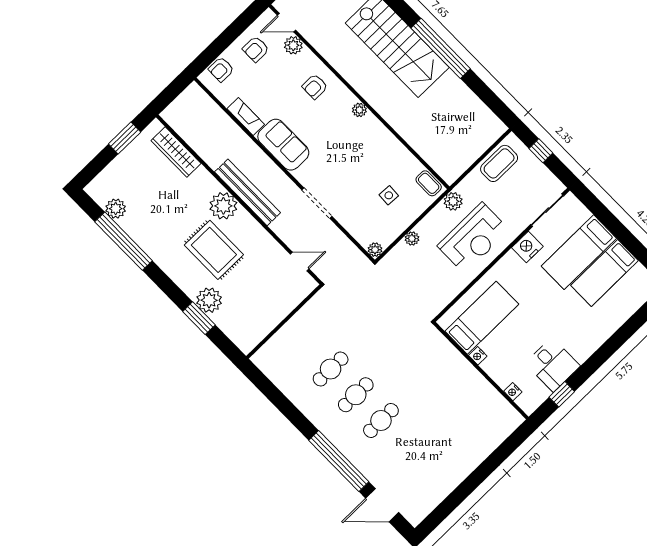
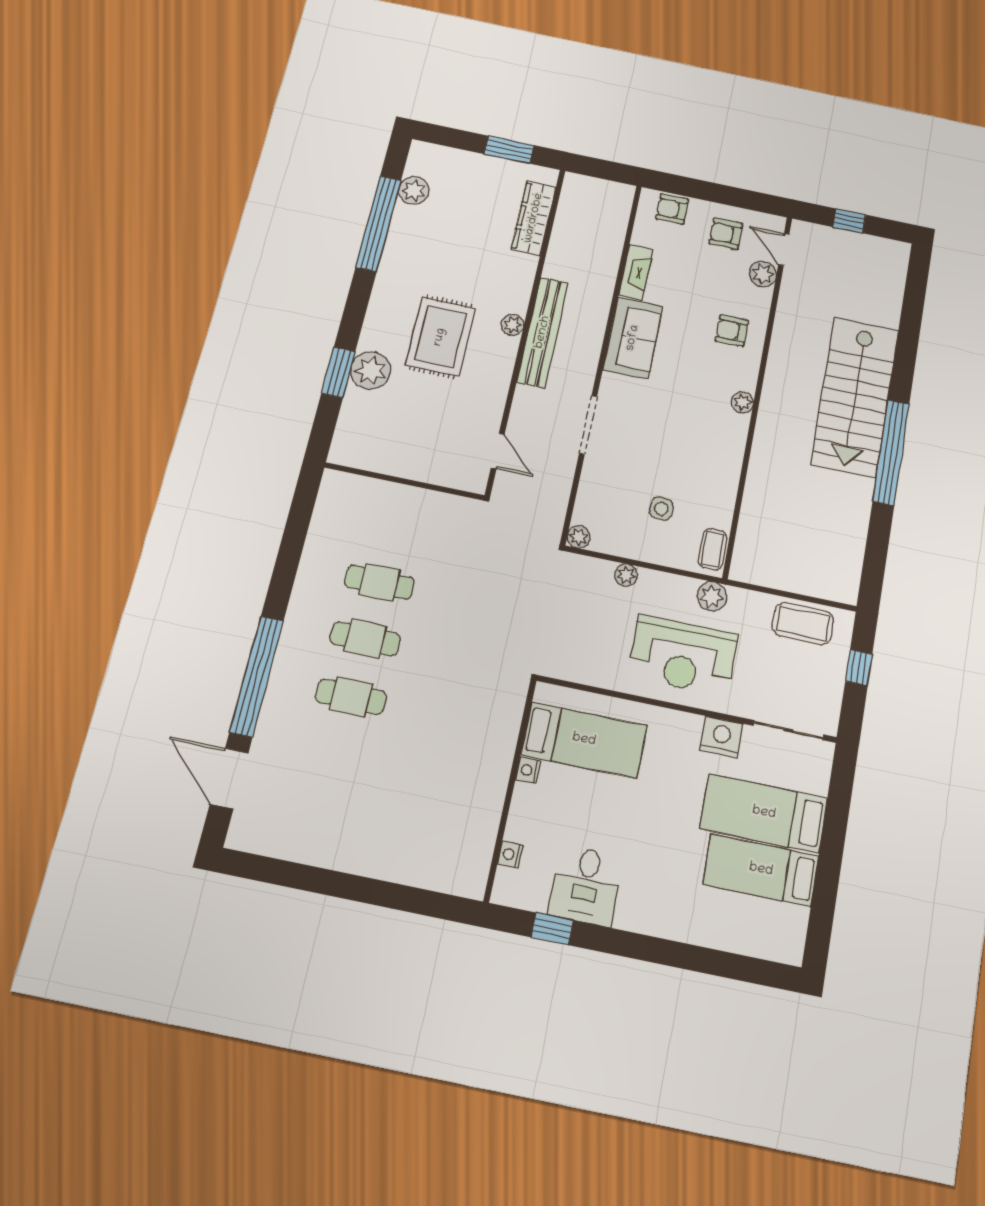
plant: (223, 206) -> (513, 325), width x0.53, depth x0.53

